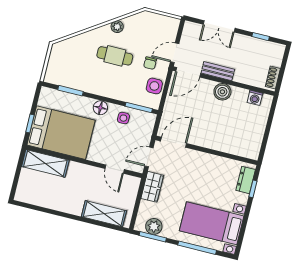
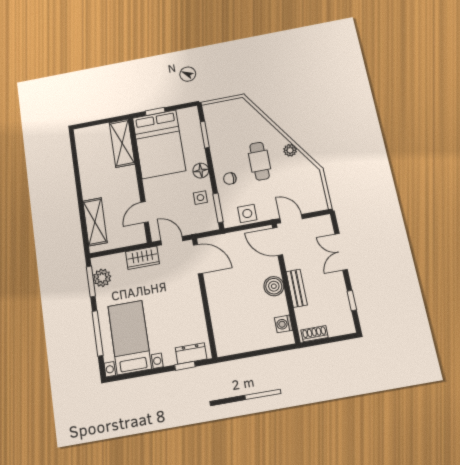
chair: (150, 63) -> (230, 178), moved
bench: (218, 71) -> (297, 288), moved

